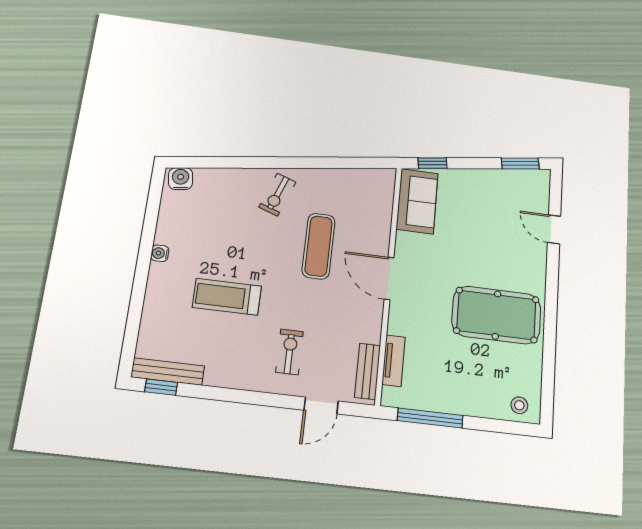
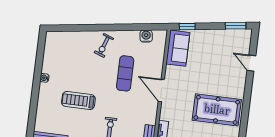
water cooler: (181, 179) -> (146, 36), moved

